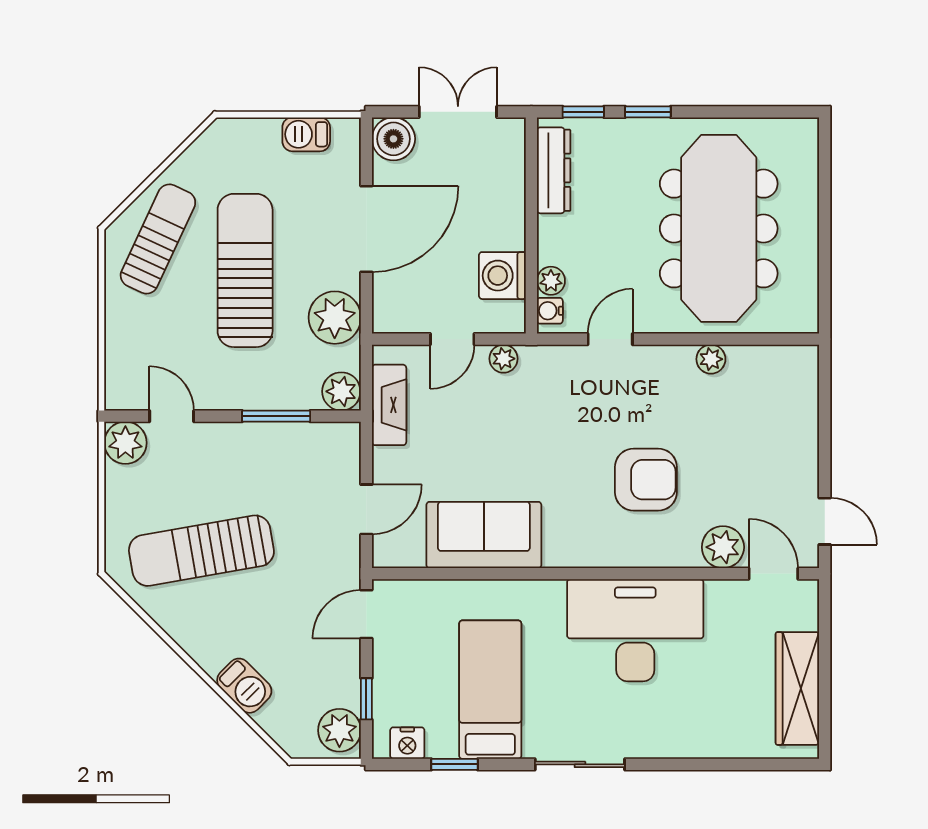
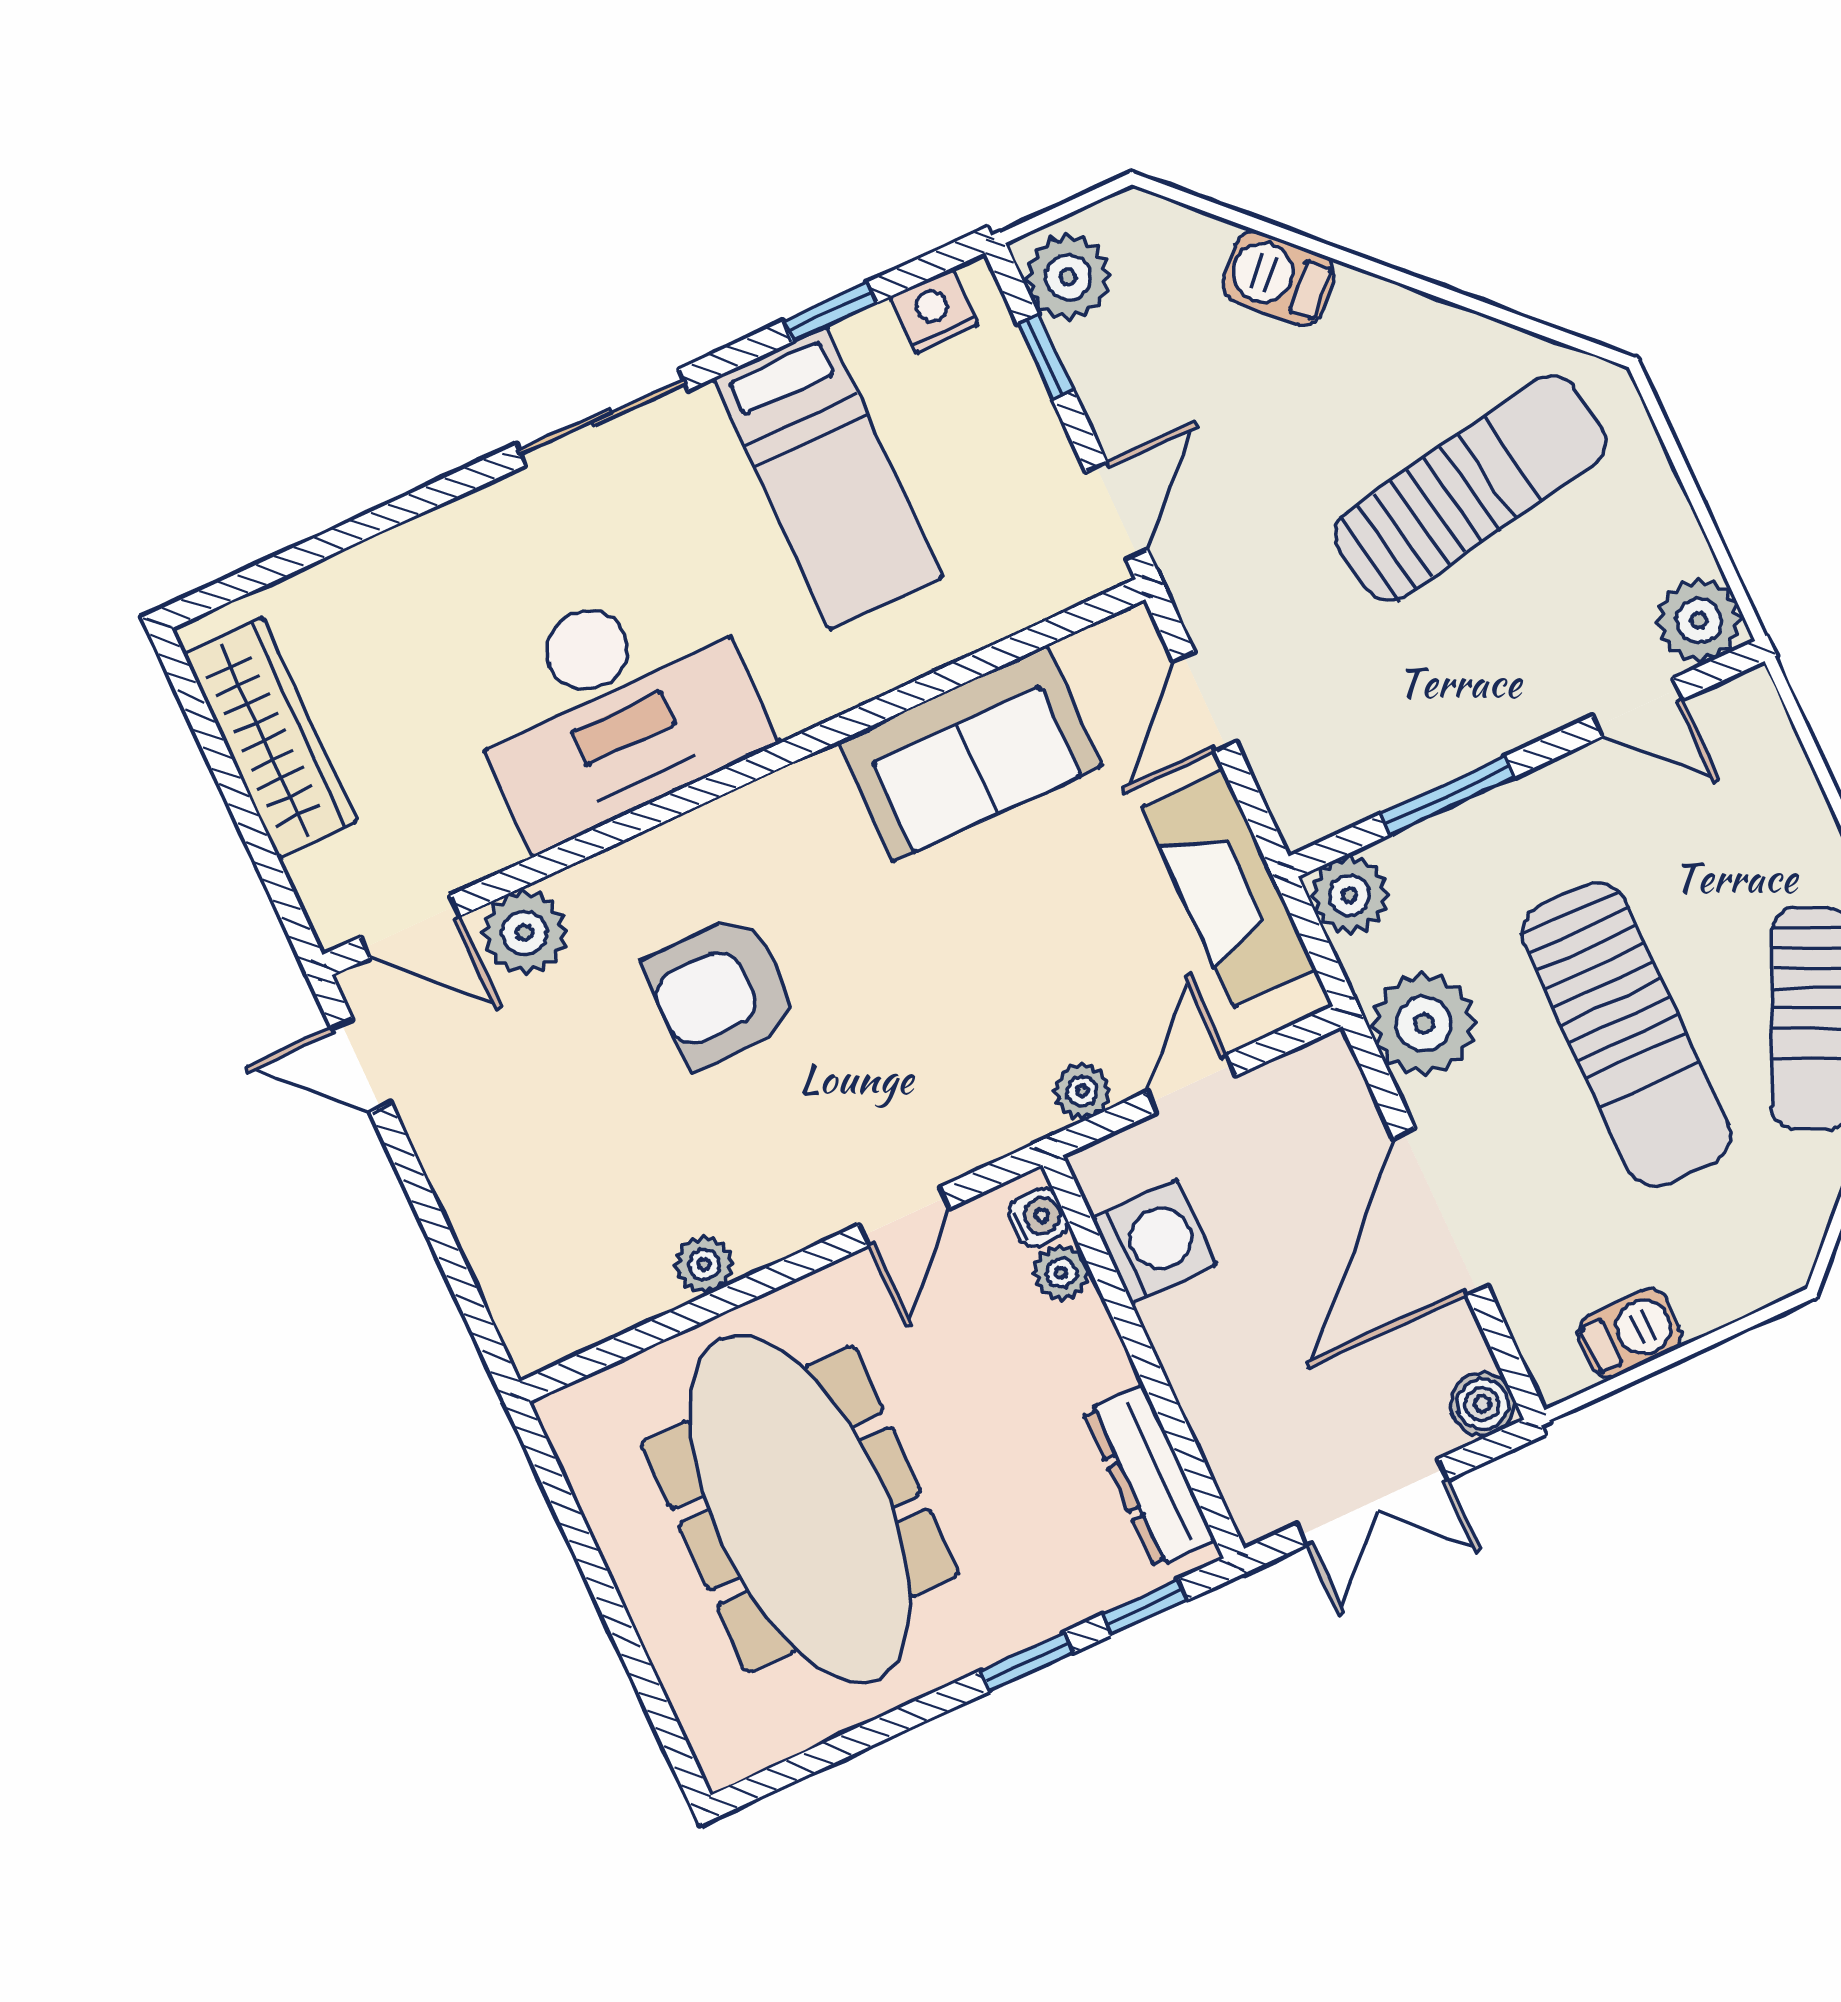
boiler: (393, 139) -> (1482, 1404), width x0.73, depth x0.73
fireplace: (389, 405) -> (1229, 888), width x1.37, depth x1.32

